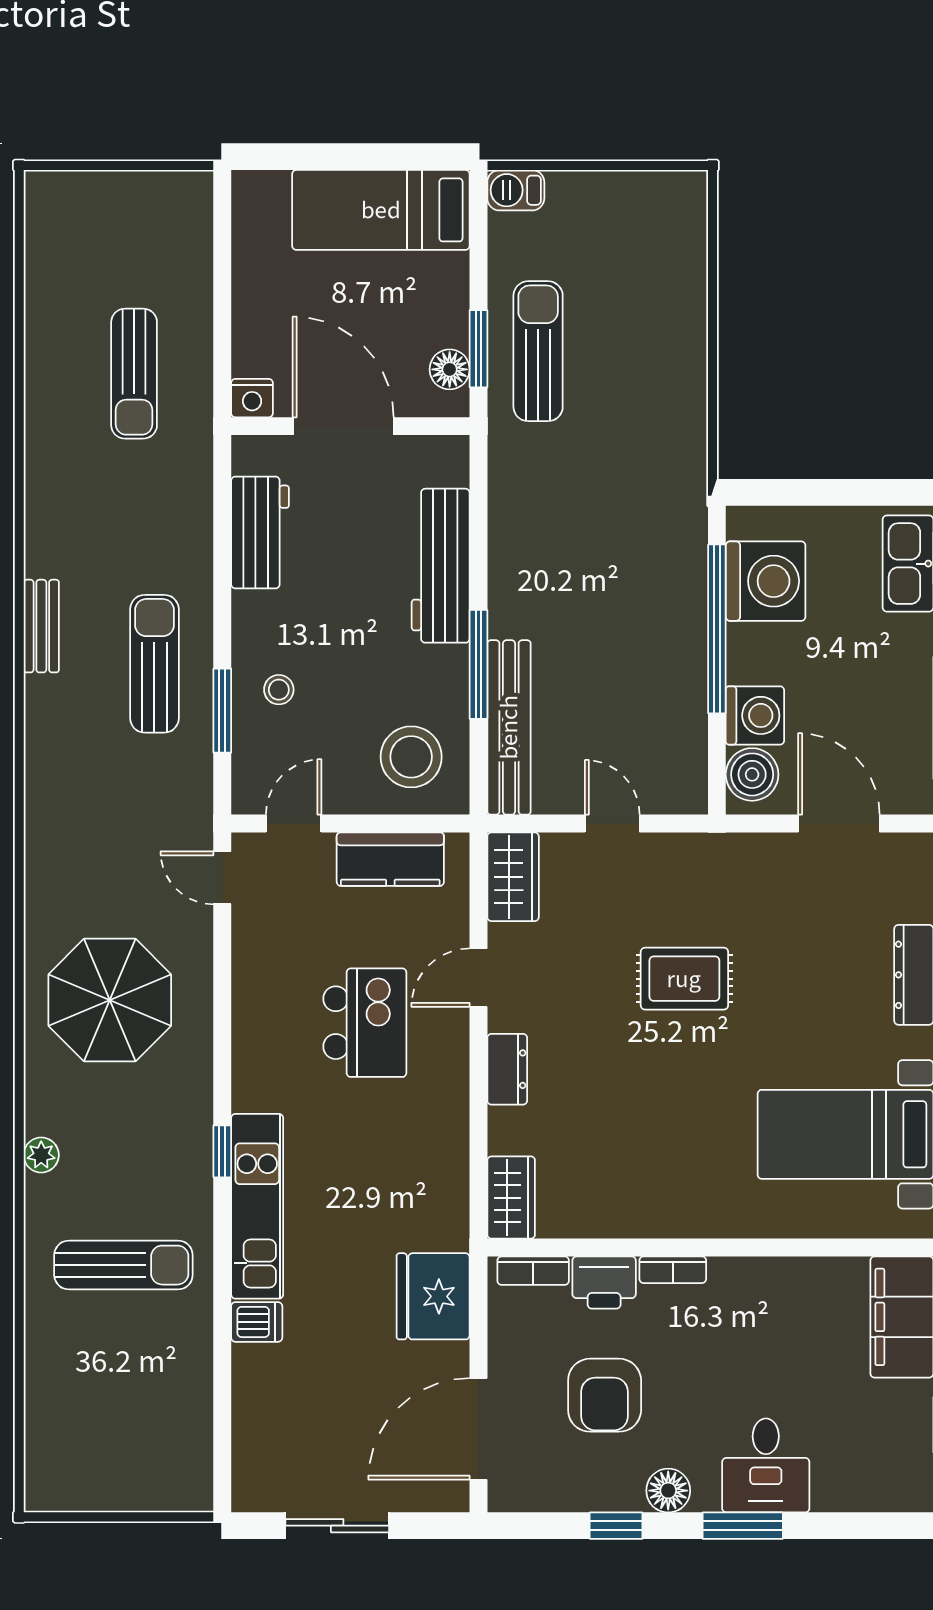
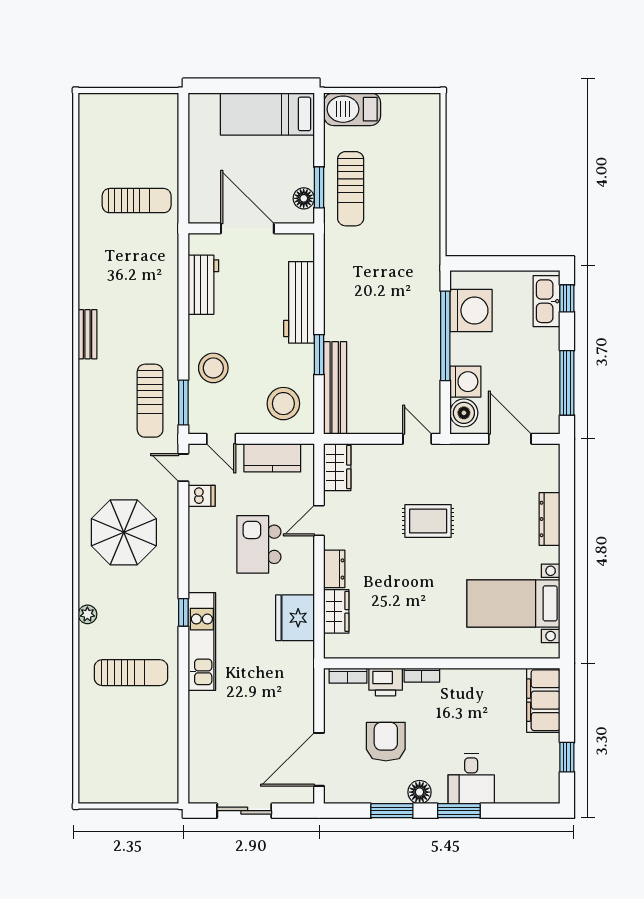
barbecue: (516, 190) -> (352, 109), width x1.88, depth x1.53
sun lounger: (538, 351) -> (351, 189), turned 180
sun lounger: (134, 374) -> (137, 201), turned -90
nightstand: (252, 398) -> (199, 214), removed
sun lounger: (154, 664) -> (150, 401), moved, turned 180
window: (478, 664) -> (319, 355), width x0.69
stool: (279, 690) -> (213, 368), width x1.89, depth x1.89
window: (222, 711) -> (183, 403), moved
door: (294, 824) -> (221, 439), swing flipped
door: (612, 824) -> (417, 439), moved
kitchen island: (365, 1023) -> (259, 544), turned 180
wardrobe: (511, 1198) -> (336, 611), moved
fridge: (433, 1296) -> (295, 618), moved
dishwasher: (257, 1322) -> (202, 496), moved
armchair: (605, 1395) -> (386, 742), turned 180
window: (616, 1526) -> (392, 811), width x1.50

